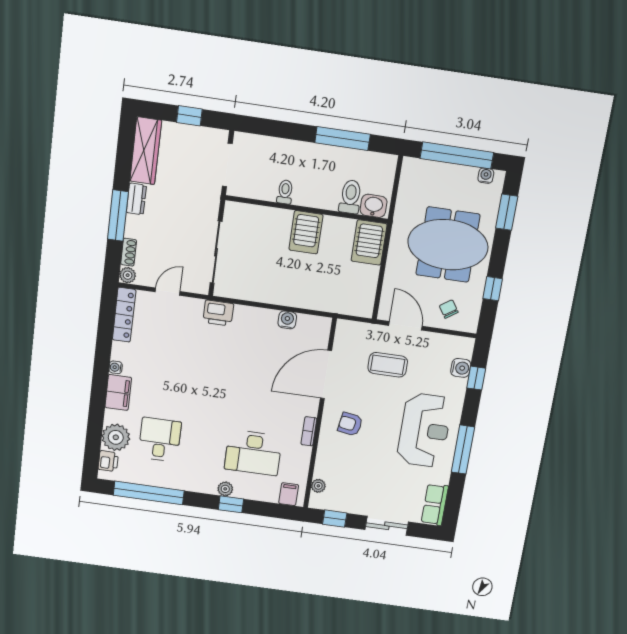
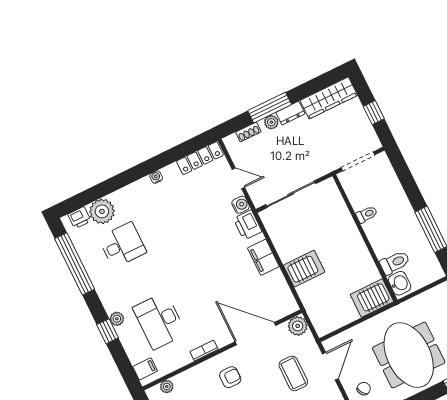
server rack: (306, 232) -> (304, 269), moved, turned 180
plant: (128, 275) -> (271, 122), moved
water cooler: (287, 320) -> (241, 205), moved
plant: (346, 331) -> (298, 326), added
filing cabinet: (118, 392) -> (263, 257), moved, turned 90
armchair: (350, 424) -> (230, 377), turned 81

